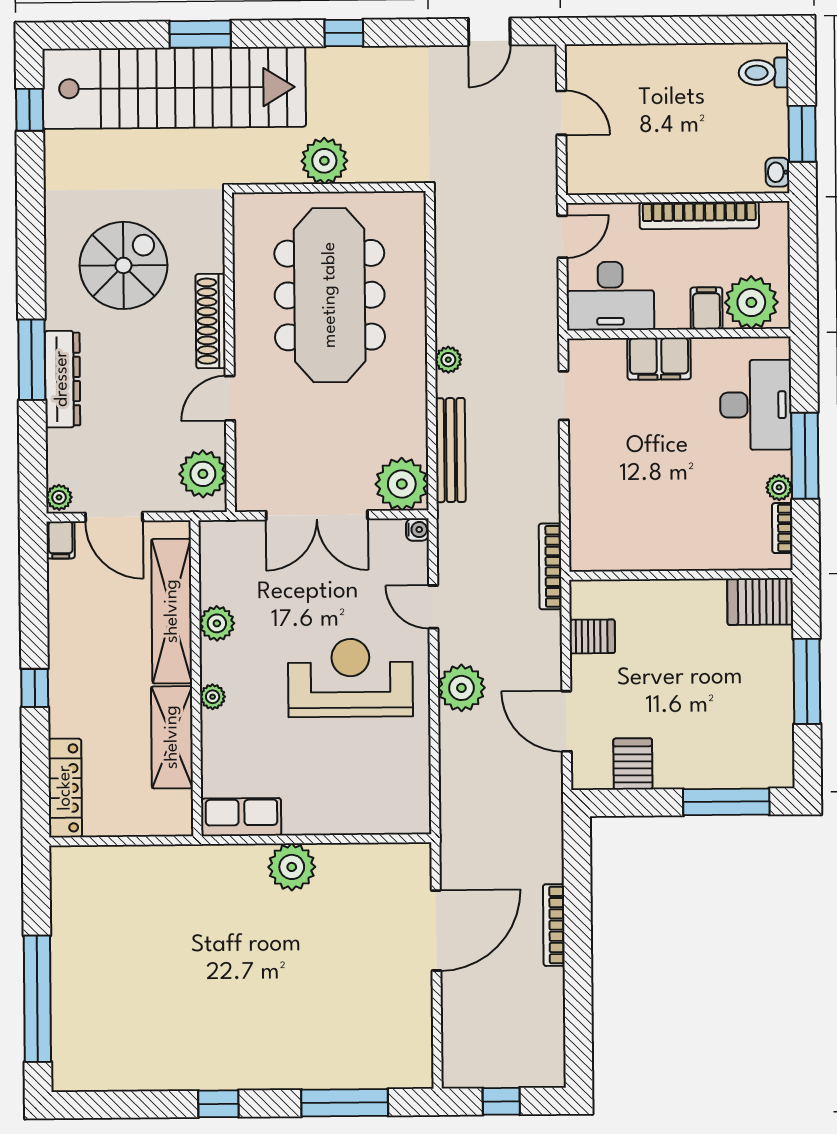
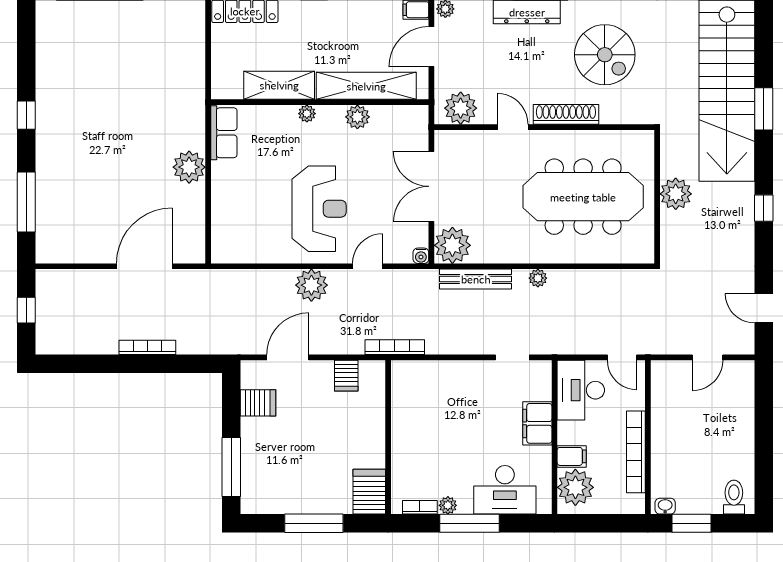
door: (436, 930) -> (144, 266), swing flipped

